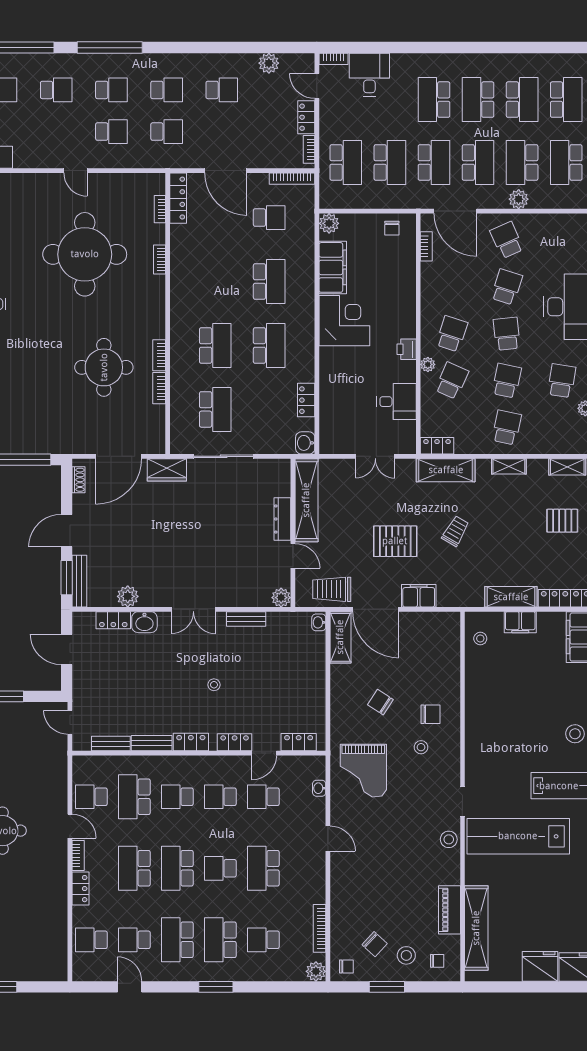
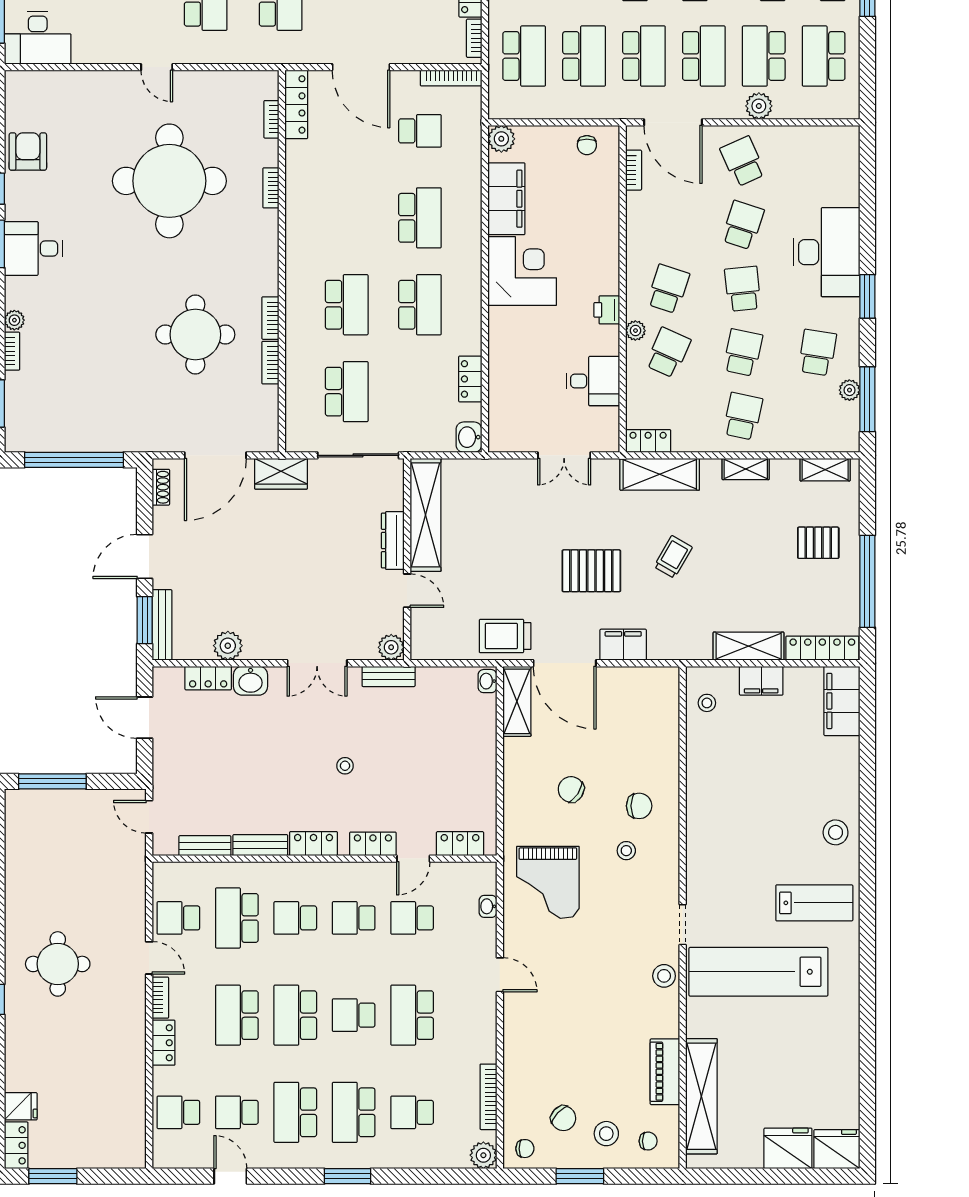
shelving: (306, 500) -> (426, 515), moved
dresser: (282, 519) -> (393, 541), moved
wall: (293, 533) -> (407, 559), moved
door: (293, 556) -> (407, 591), moved
plant: (281, 598) -> (391, 647), moved

